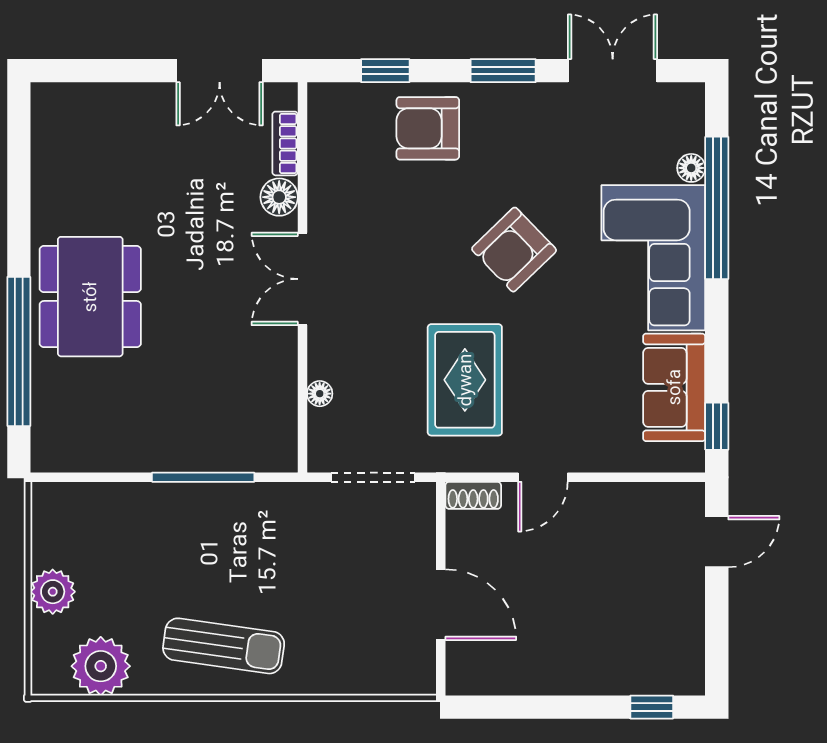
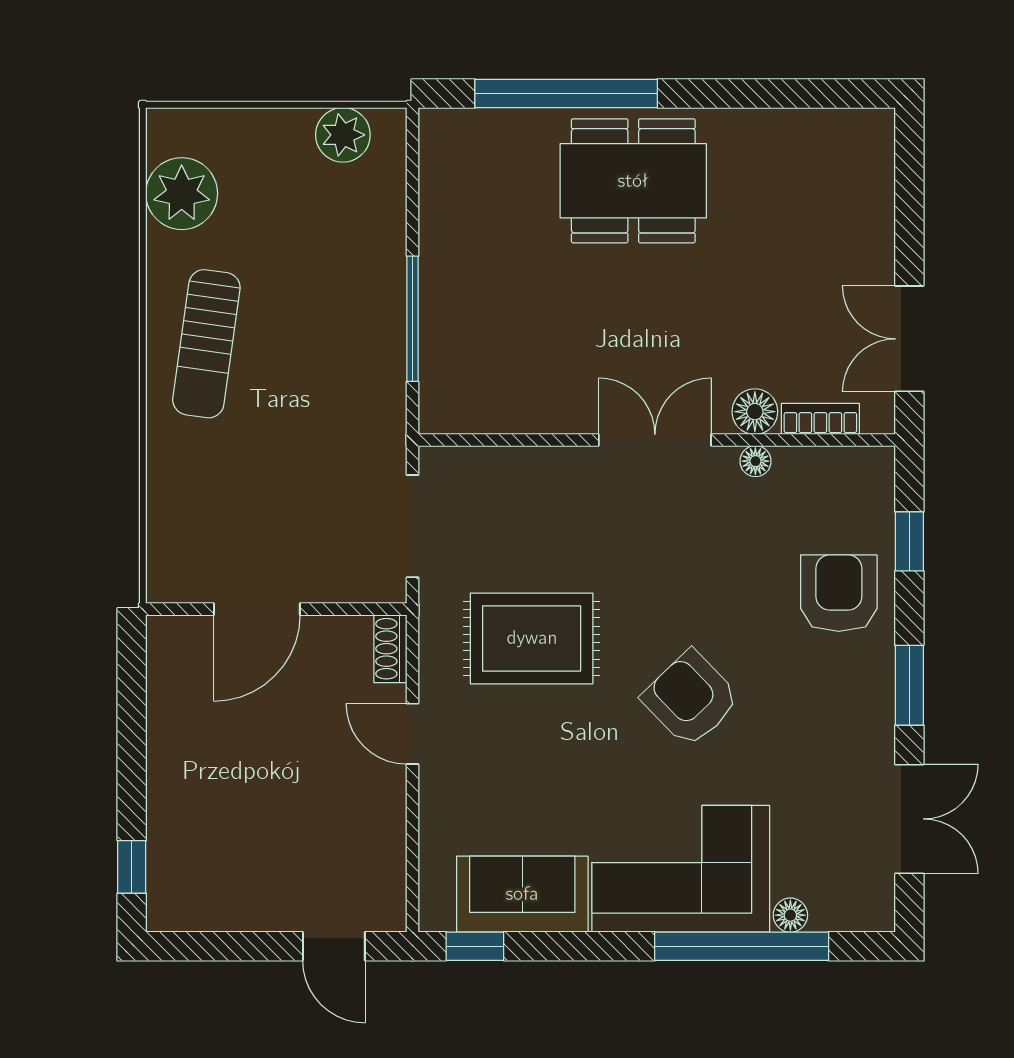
floor lamp: (320, 394) -> (755, 461), moved
plant: (53, 592) -> (343, 135), moved

